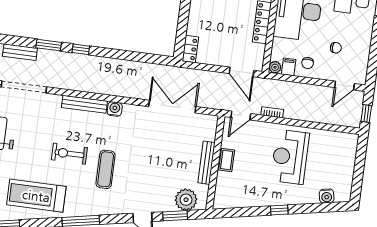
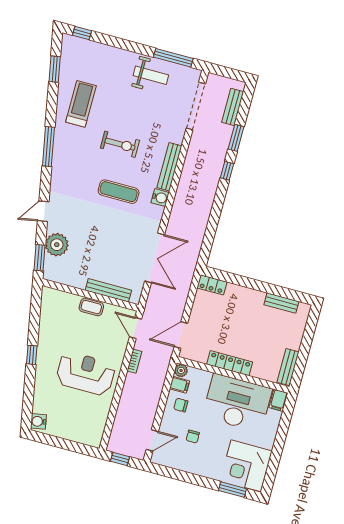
door: (345, 86) -> (152, 440), swing flipped
exercise bike: (69, 154) -> (120, 144), turned 90
bench: (206, 163) -> (108, 290), moved
exercise mat: (106, 169) -> (119, 192), moved
treadmill: (36, 196) -> (81, 104), width x0.73, depth x0.73
water cooler: (327, 196) -> (38, 421), moved
plant: (186, 200) -> (57, 245), moved
window: (175, 216) -> (40, 258), moved

